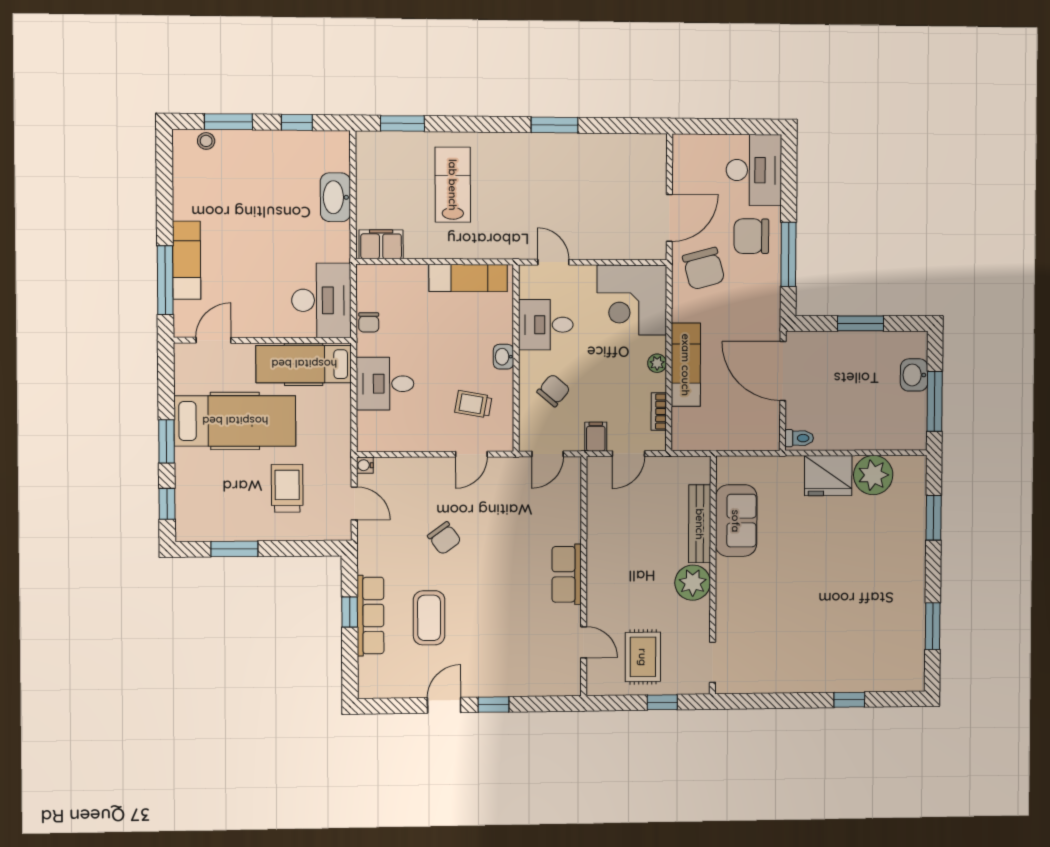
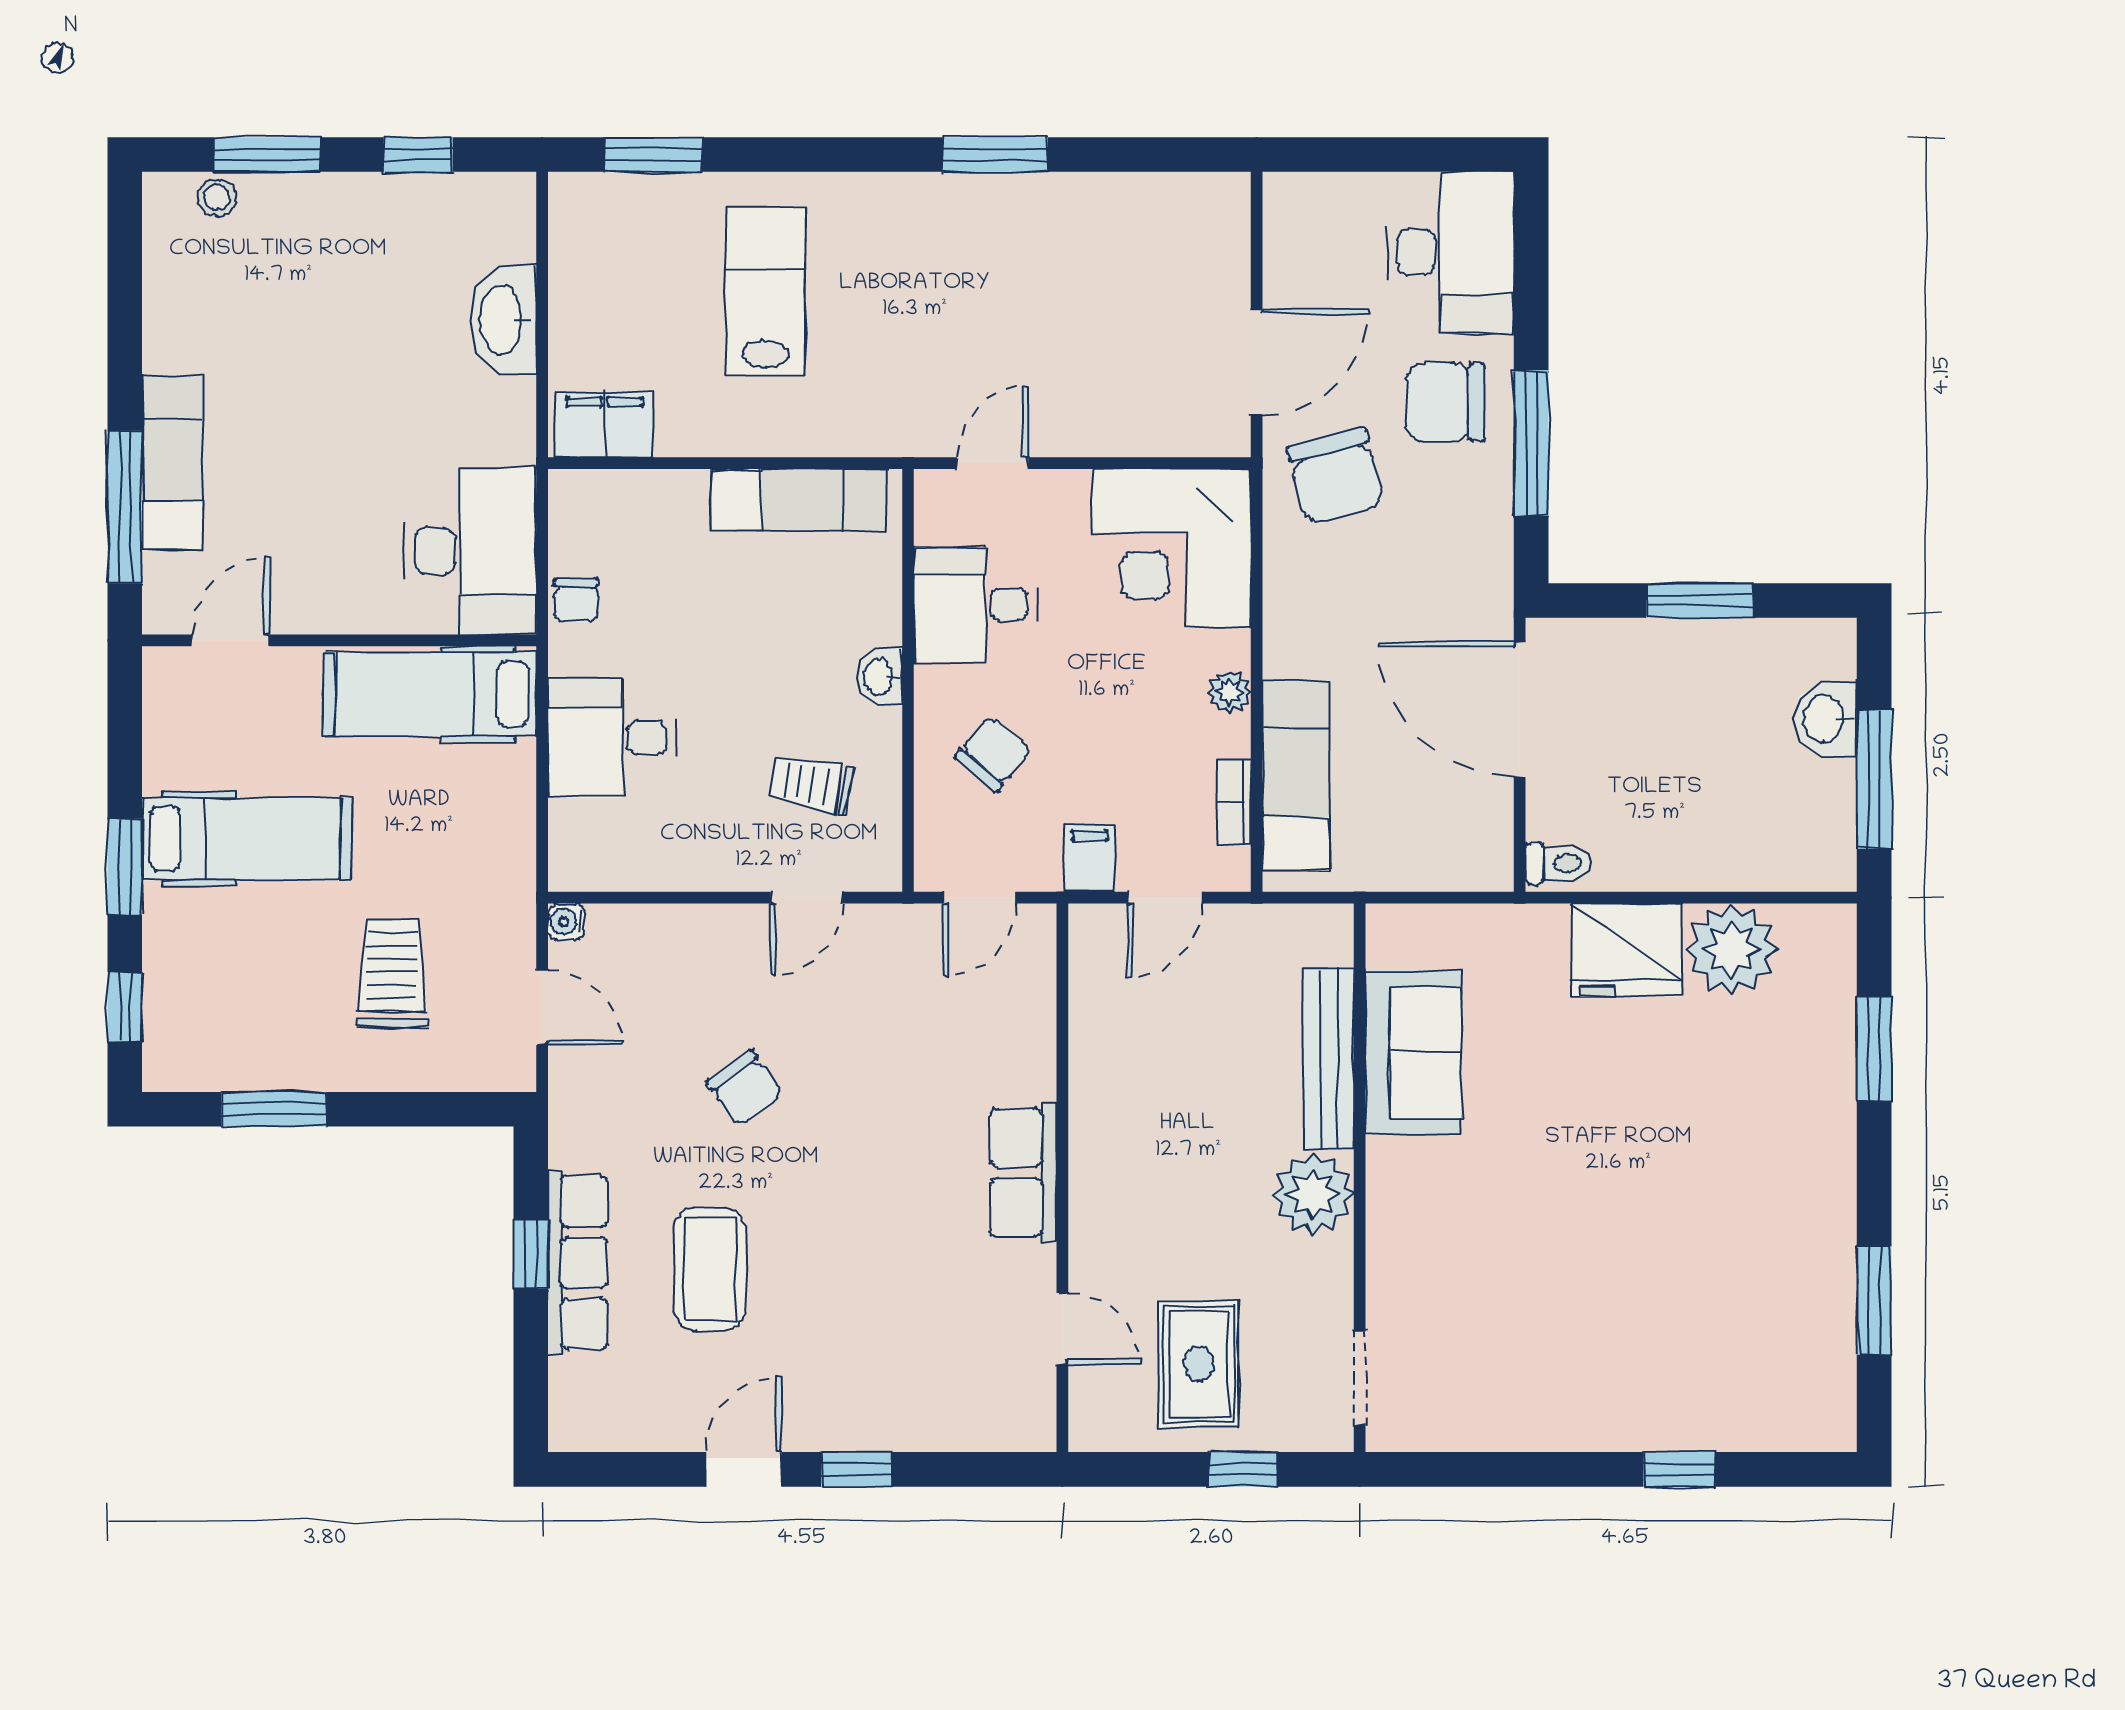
door: (553, 262) -> (993, 463), hinge flipped
exam couch: (686, 365) -> (1296, 775), moved
hospital bed: (235, 421) -> (246, 839), width x0.73, depth x0.78

